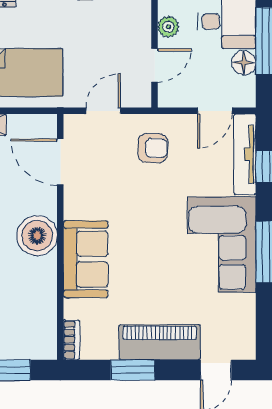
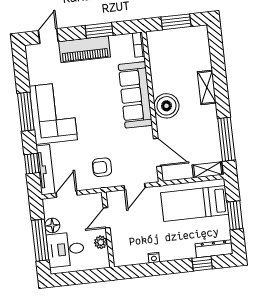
sofa: (86, 259) -> (135, 95), width x1.36

